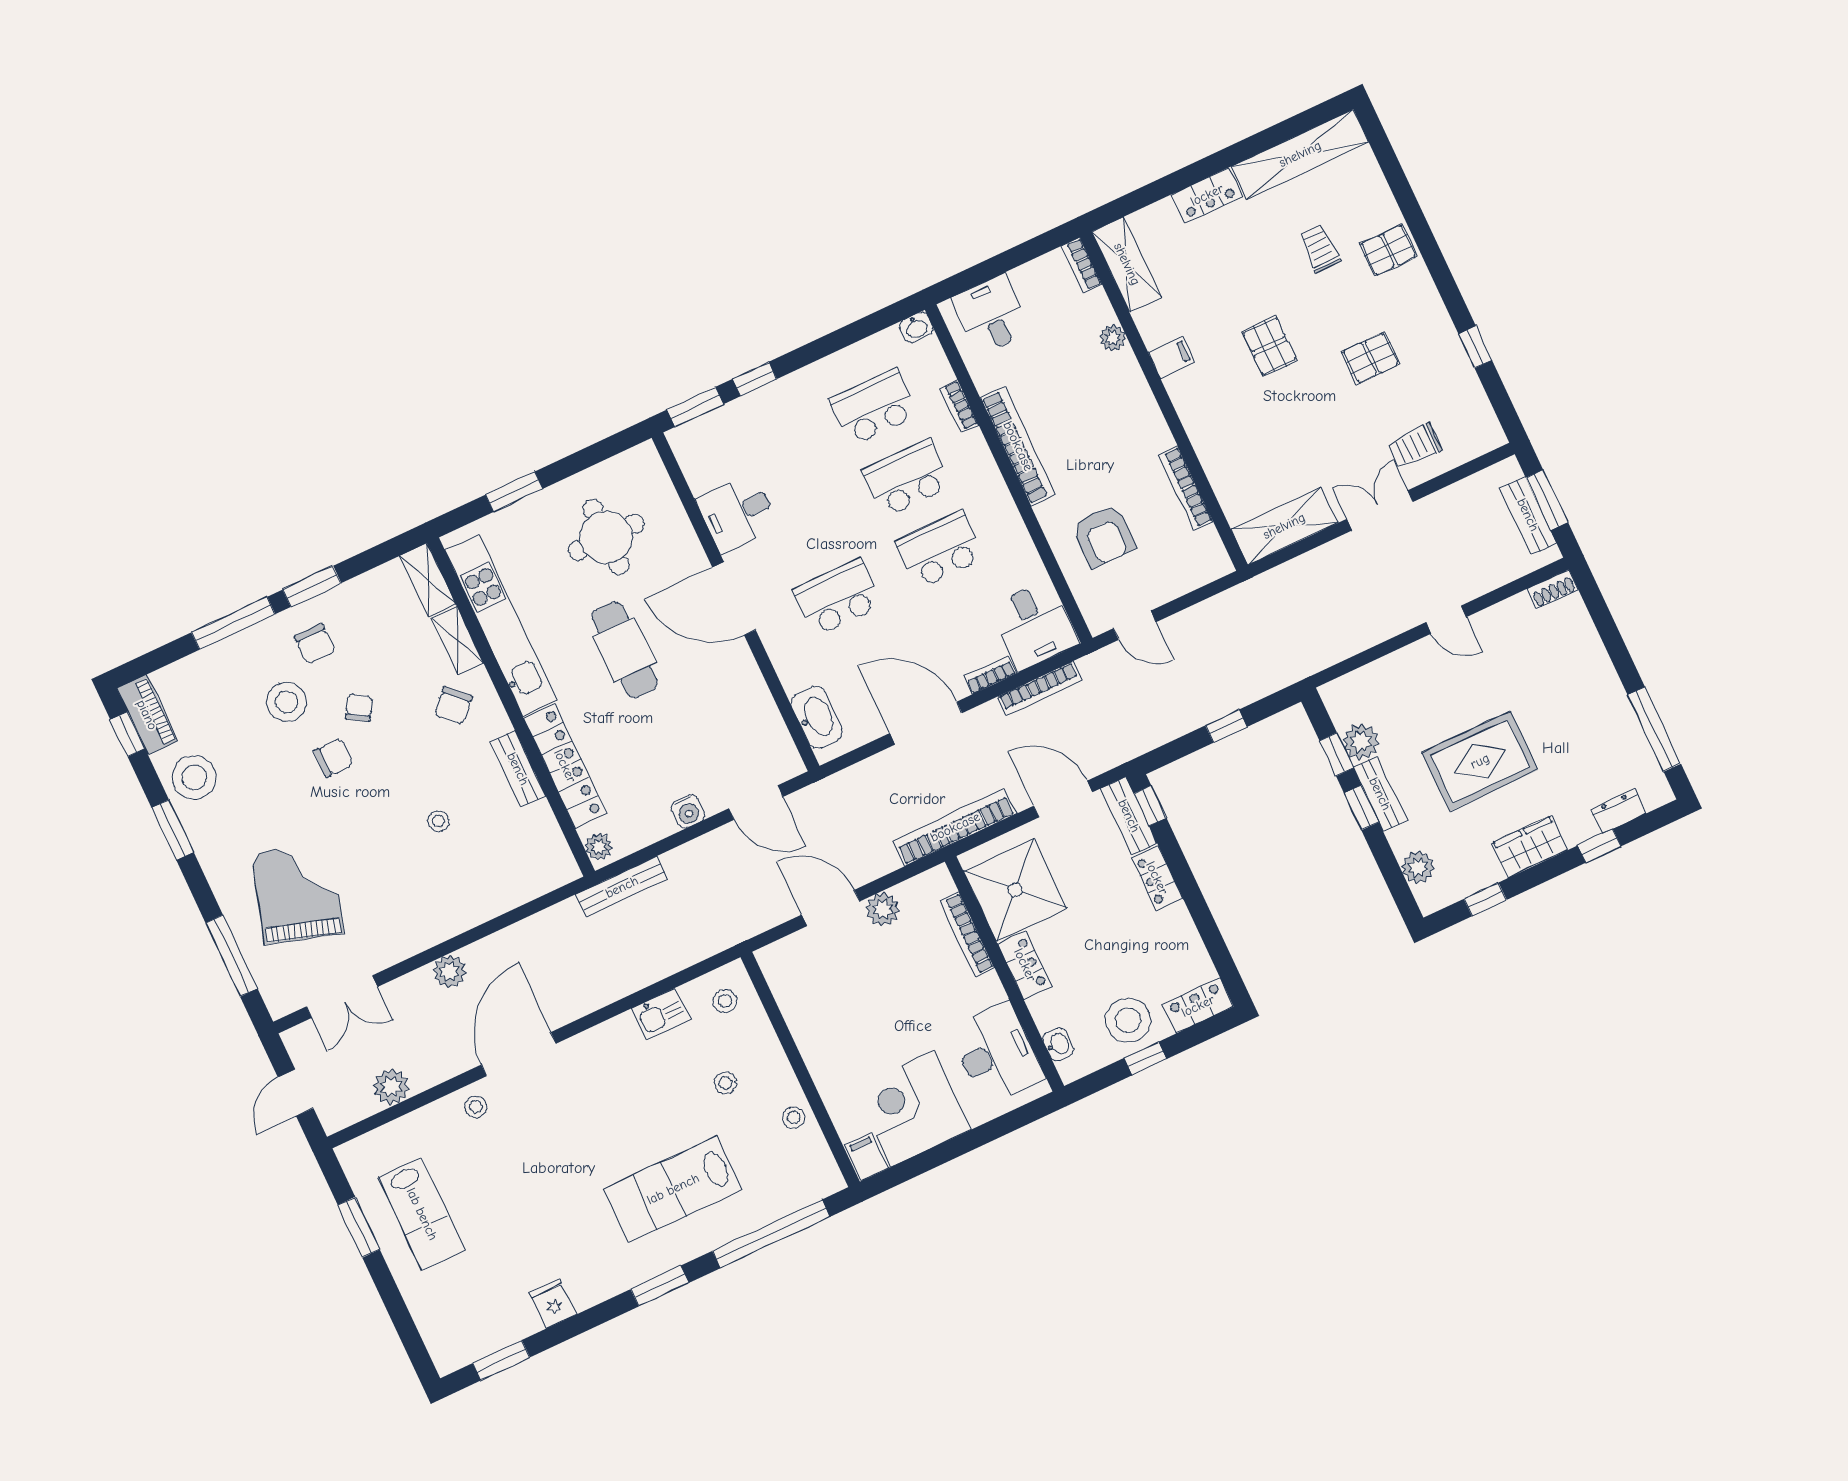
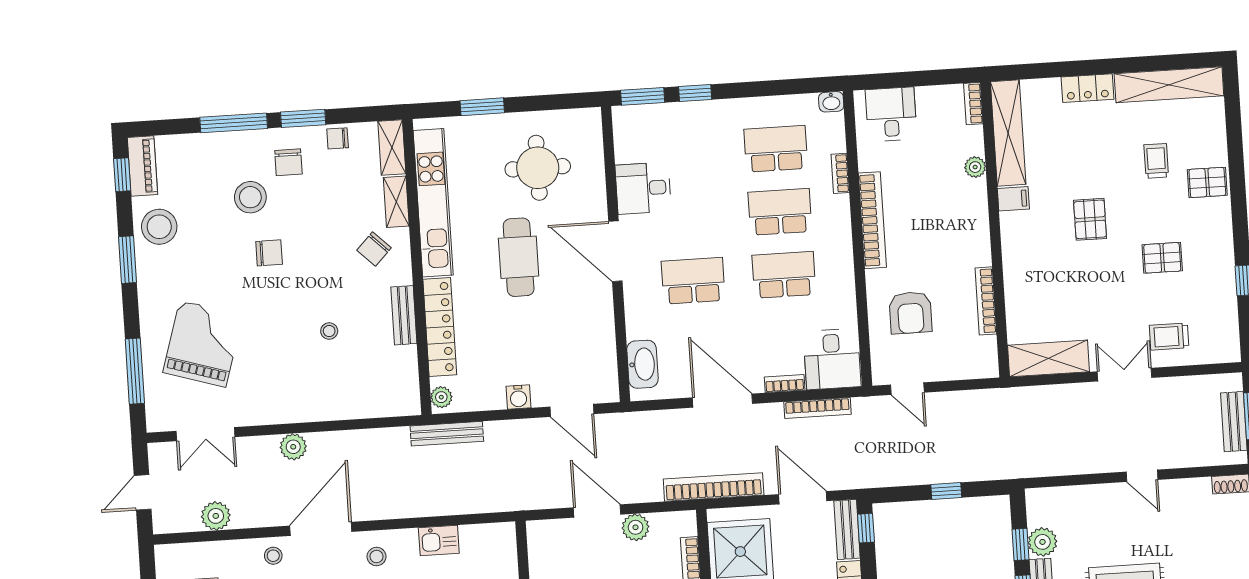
shelving: (1127, 264) -> (1008, 133), width x1.47
chair: (359, 708) -> (338, 138), moved, turned -122
stool: (725, 1001) -> (377, 556), moved

